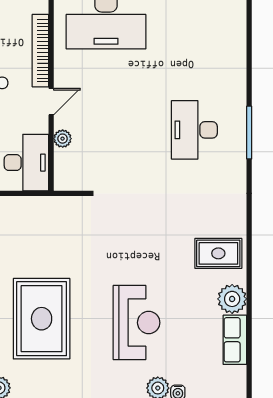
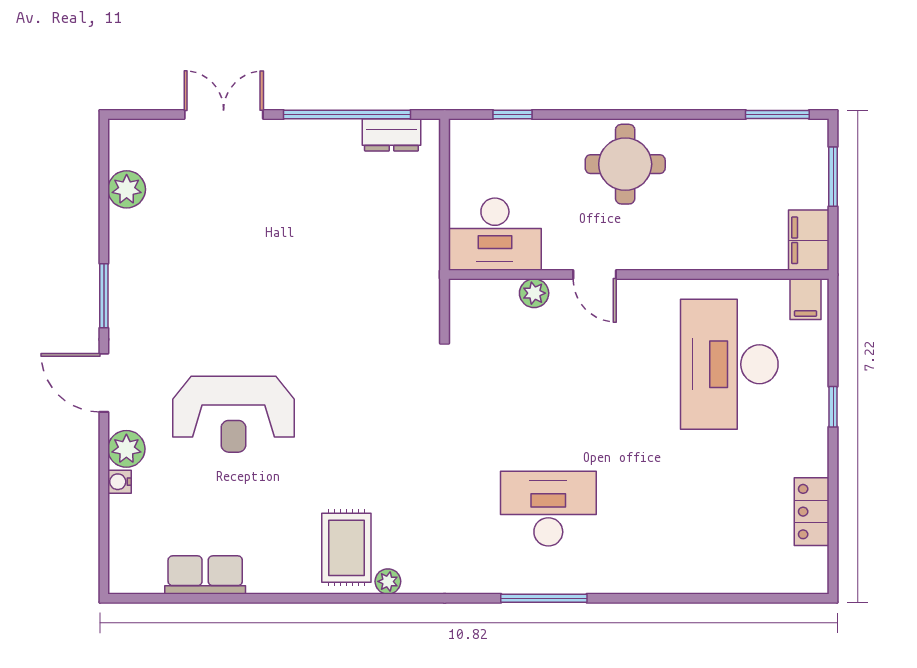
bookcase: (40, 51) -> (678, 257), removed
plant: (232, 299) -> (388, 581), moved, width x0.53, depth x0.53
rug: (42, 319) -> (240, 259), removed

